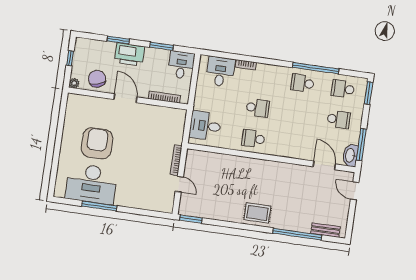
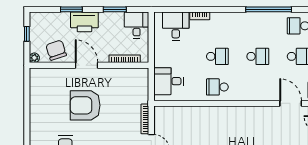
school desk: (302, 83) -> (258, 56), moved, turned 180
armchair: (97, 143) -> (85, 105), moved, turned -90

